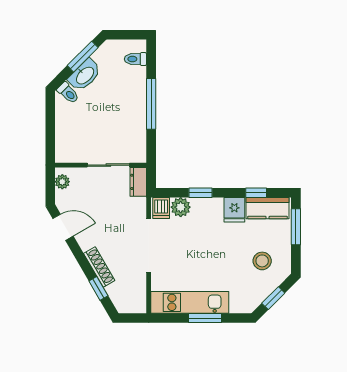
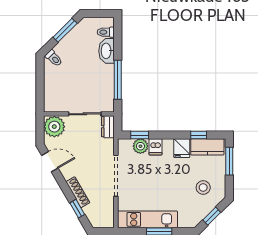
washbasin: (85, 75) -> (107, 51), moved, turned 135
window: (151, 104) -> (118, 80), moved
plant: (62, 182) -> (54, 127), width x1.87, depth x1.87
window: (200, 193) -> (140, 135), moved
dishwasher: (161, 208) -> (155, 147), moved

